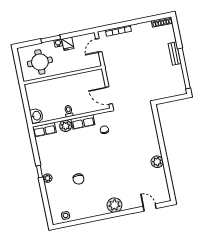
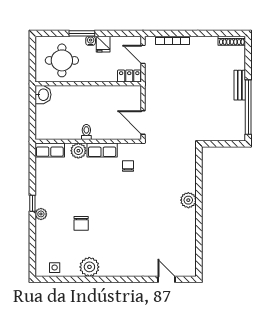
door: (99, 45) -> (143, 54), hinge flipped
locker: (92, 63) -> (129, 76), added
washbasin: (36, 116) -> (43, 95), moved
plant: (157, 162) -> (188, 200), moved
plant: (114, 205) -> (89, 267), moved

